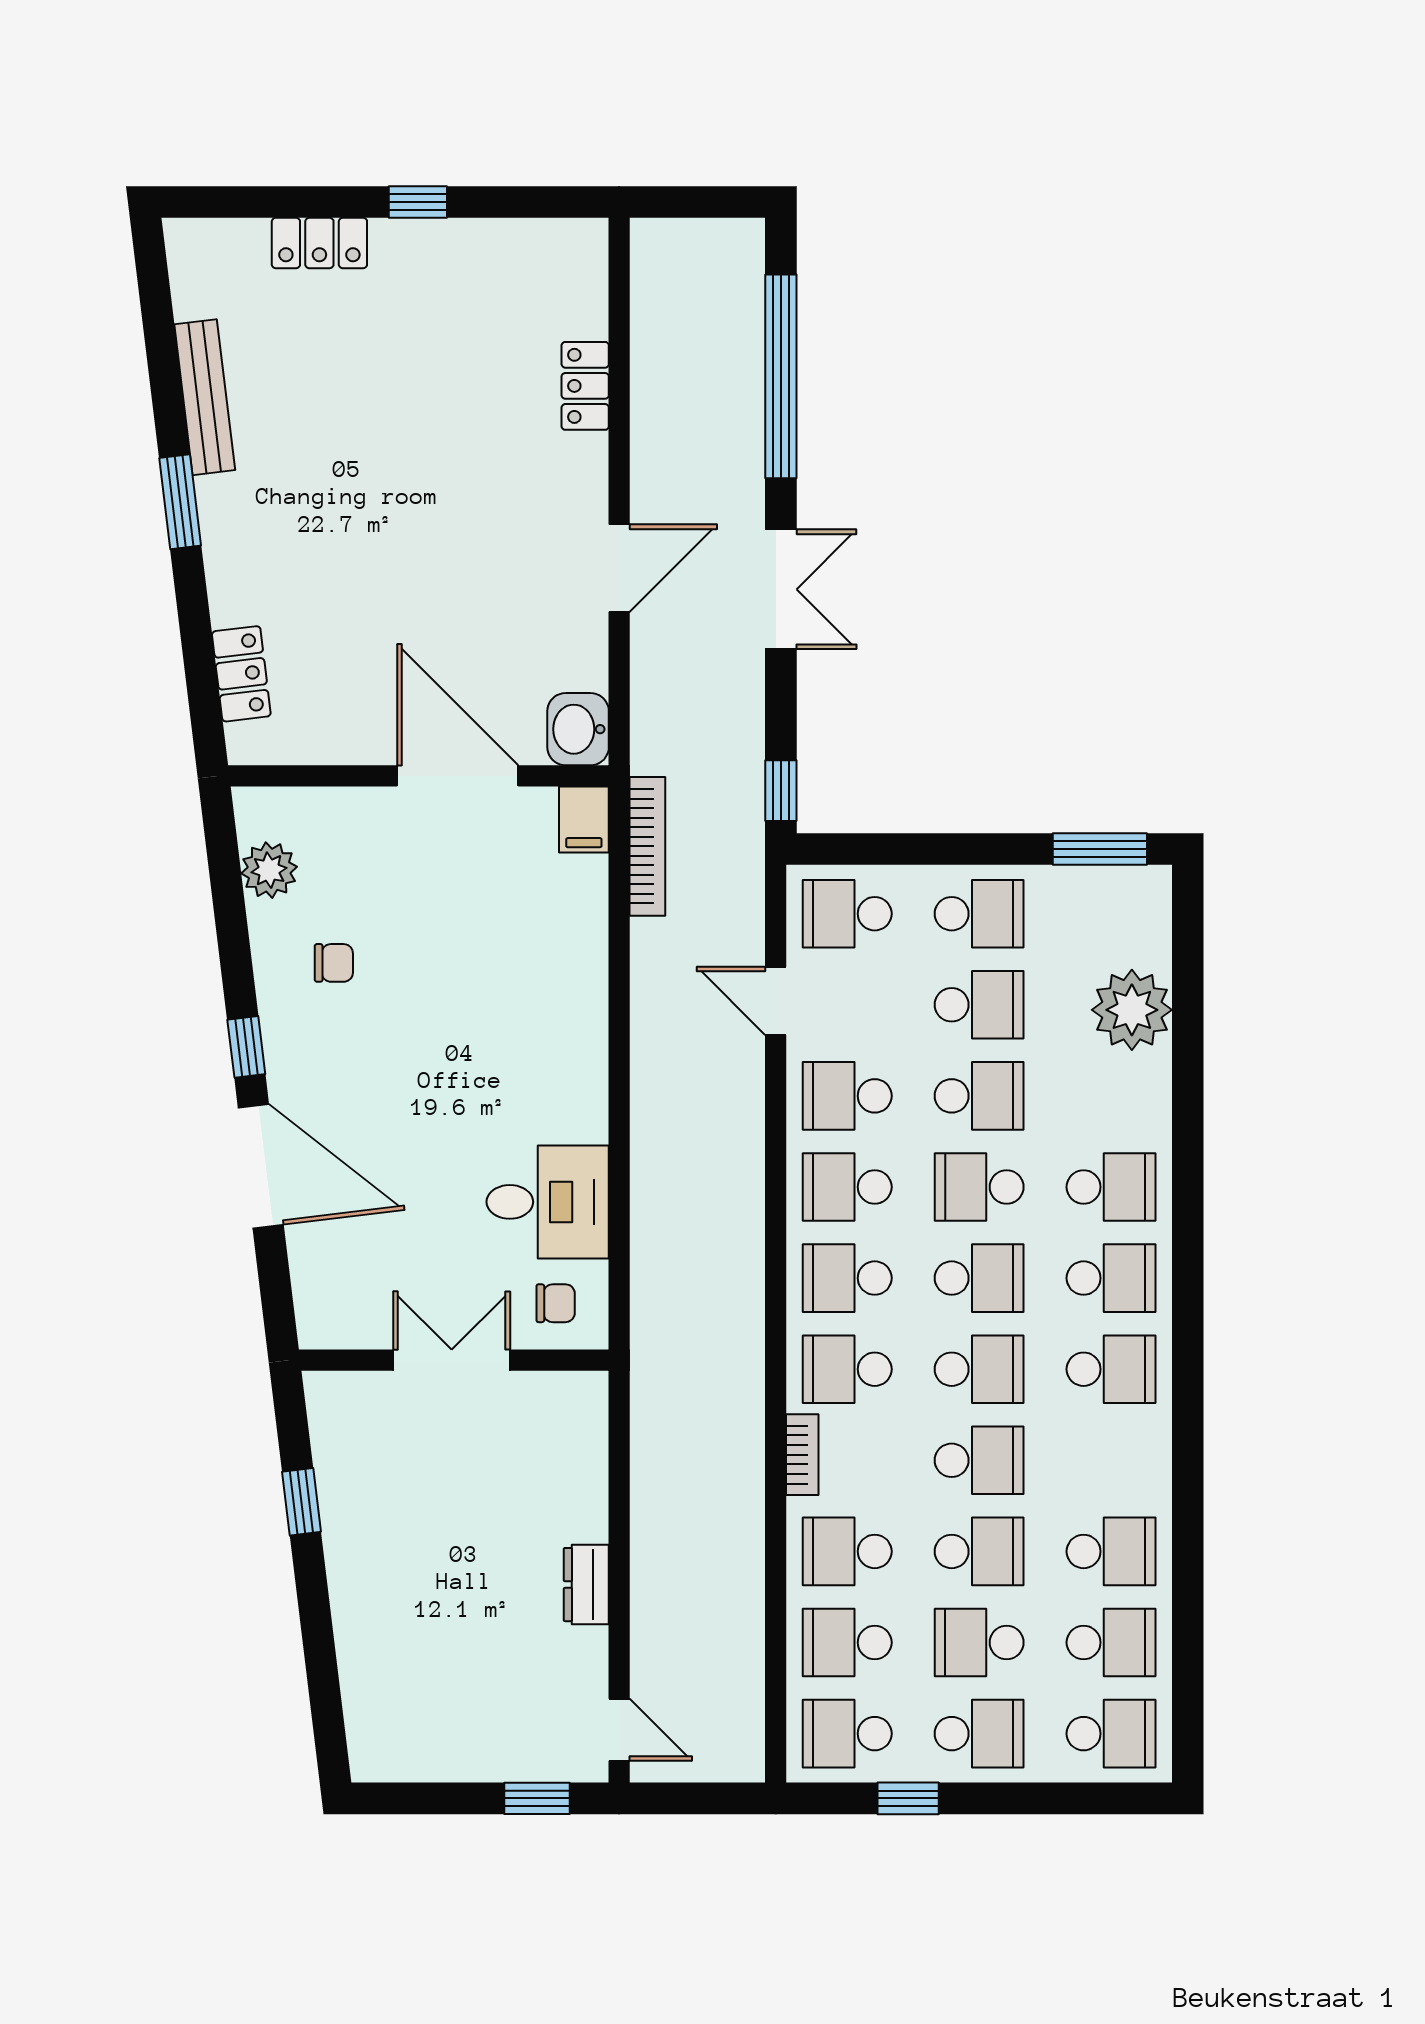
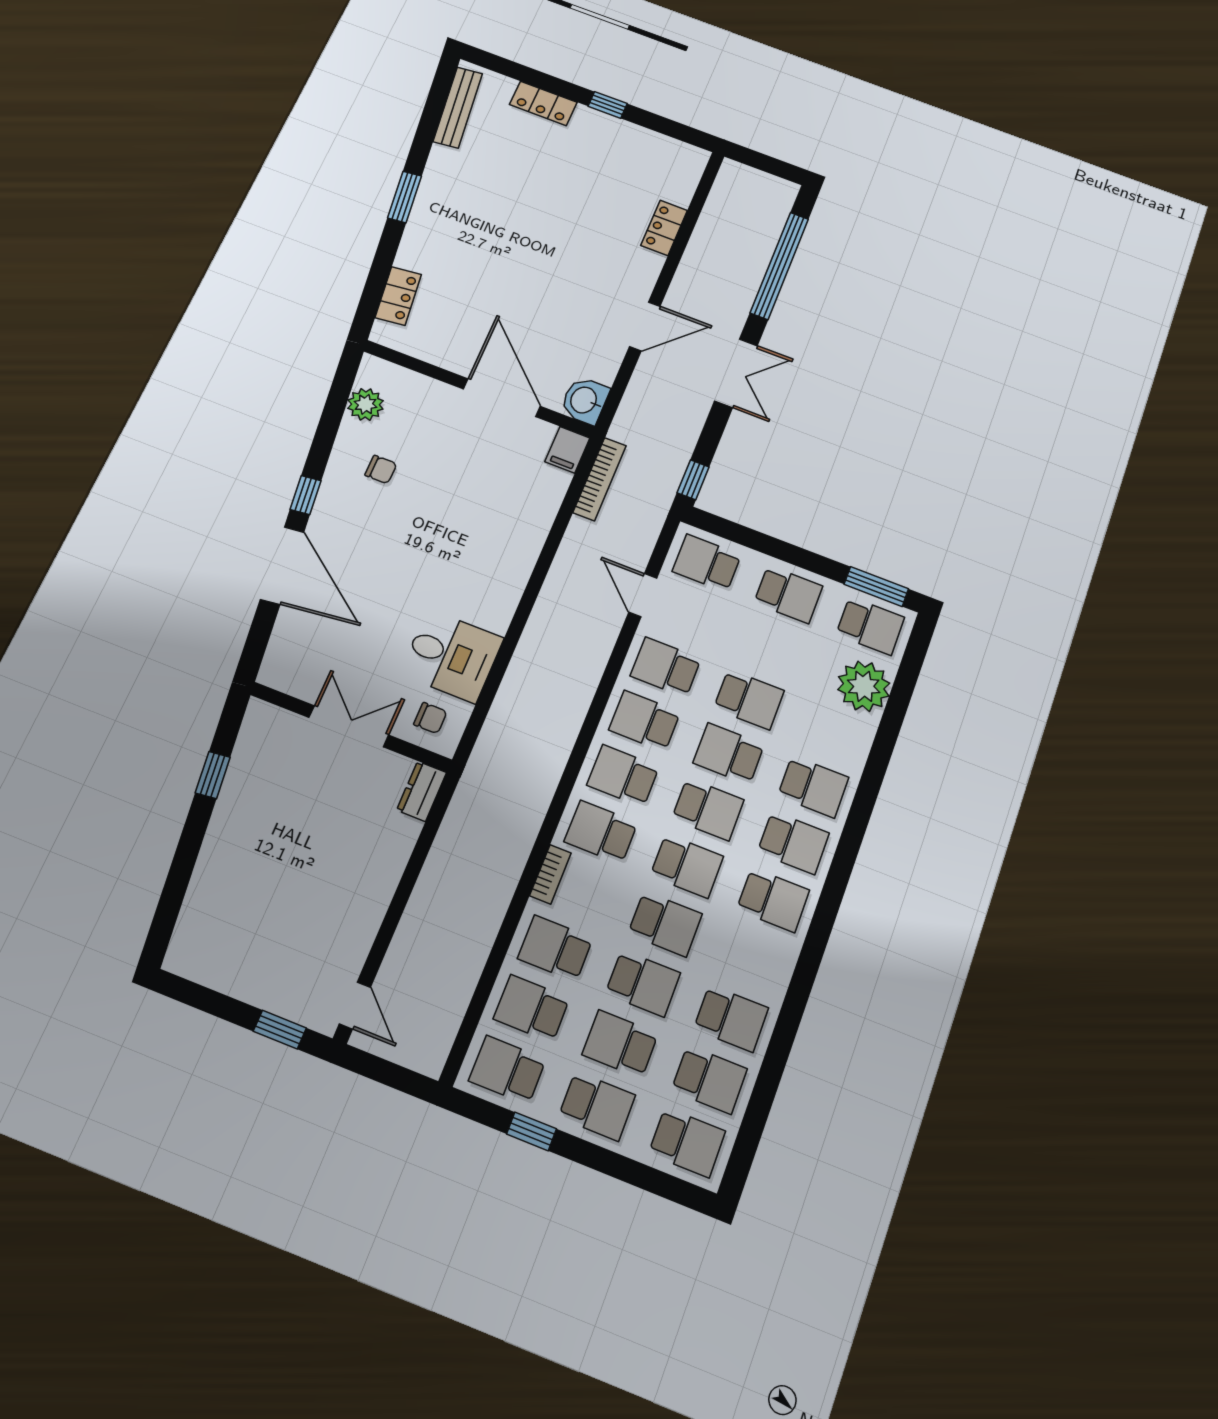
bench: (205, 397) -> (458, 107), moved
school desk: (979, 1005) -> (870, 626), moved
dresser: (586, 1585) -> (422, 791), moved

